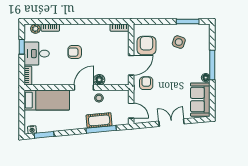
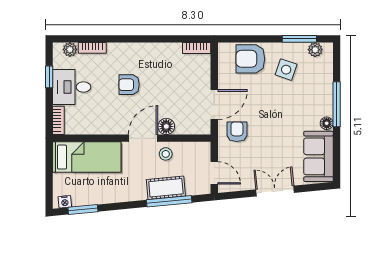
plant: (198, 29) -> (315, 50), added
armchair: (146, 46) -> (250, 59), moved, turned -90

